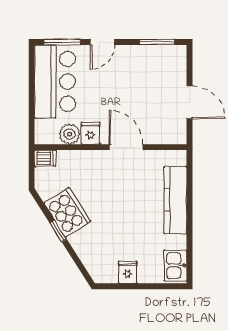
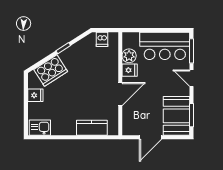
booth: (158, 64) -> (177, 116), added
dishwasher: (45, 158) -> (102, 39), moved
kitchen counter: (175, 200) -> (92, 128), width x0.67
cooker: (67, 212) -> (51, 70), moved

